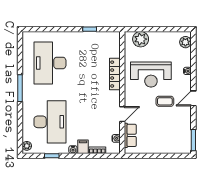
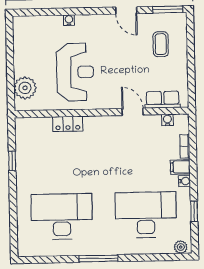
plant: (185, 42) -> (28, 24), removed
desk: (50, 63) -> (62, 217), turned 180
locker: (115, 74) -> (68, 124), width x0.66
door: (193, 98) -> (126, 10), moved
coffee table: (165, 101) -> (161, 44), moved

